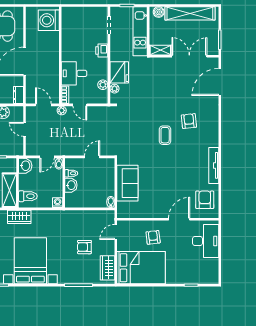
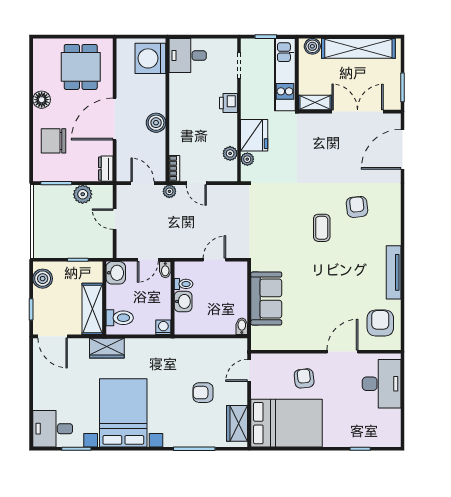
boiler: (53, 64) -> (156, 123), added
desk: (74, 73) -> (188, 56), moved

